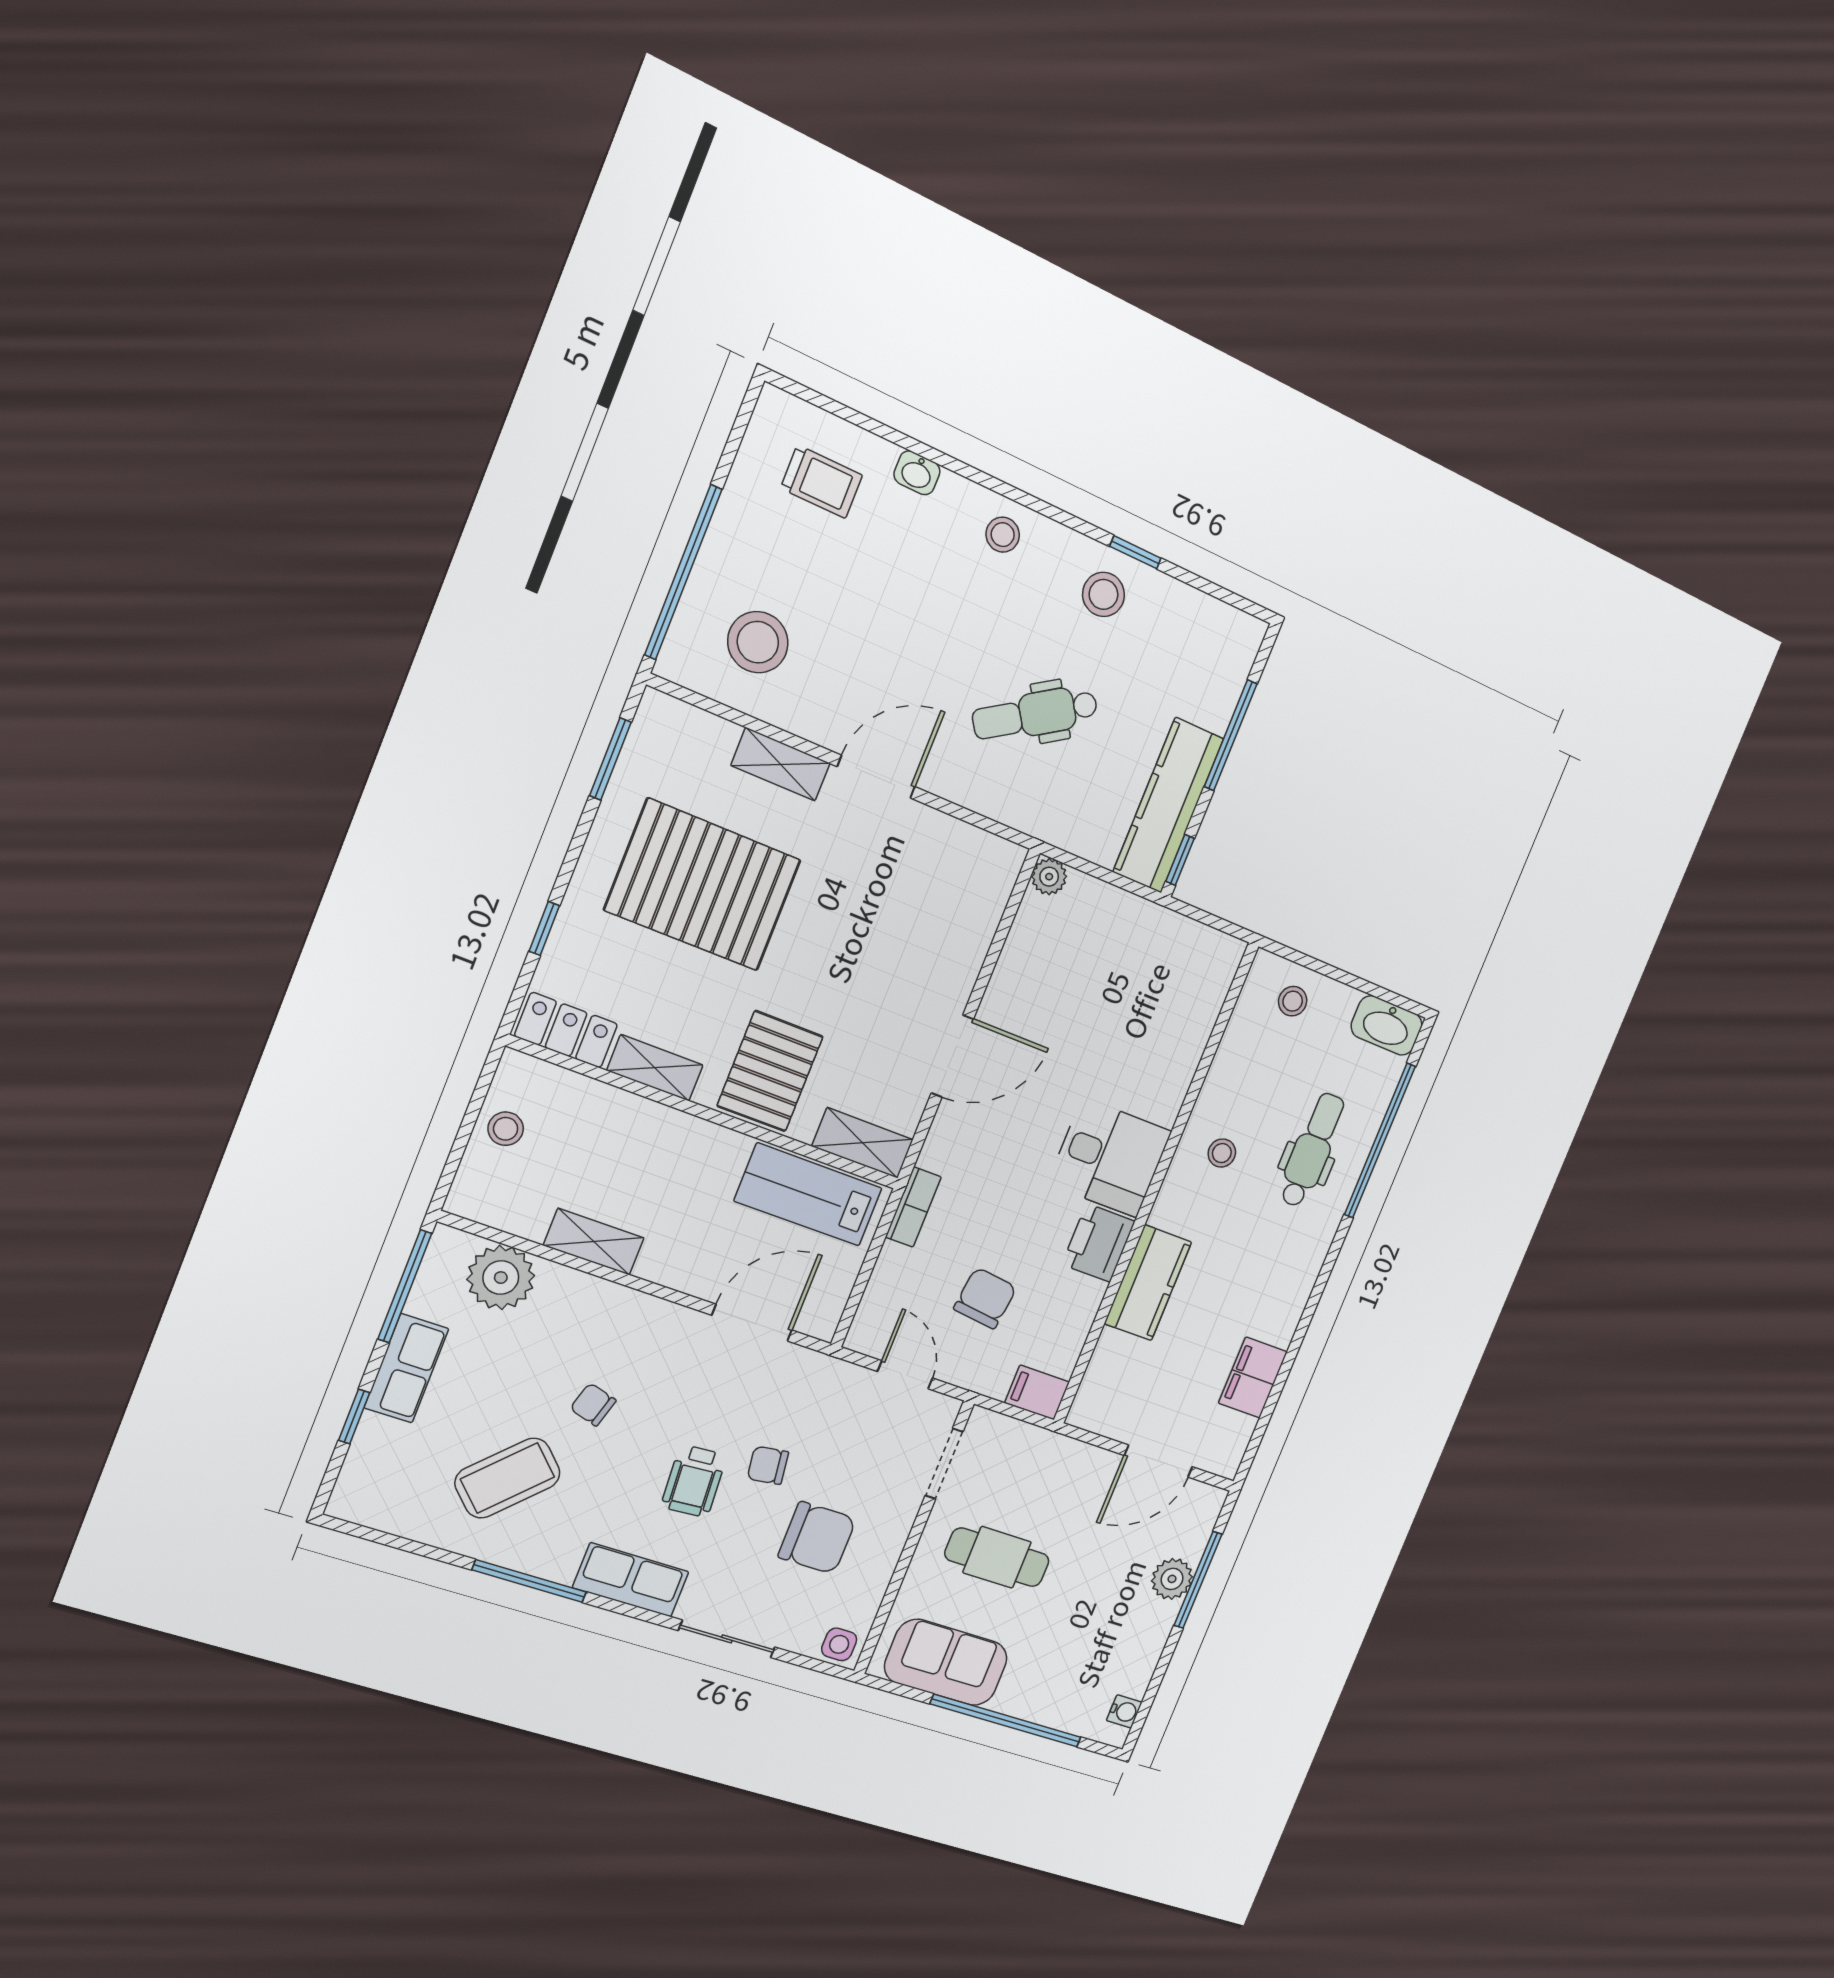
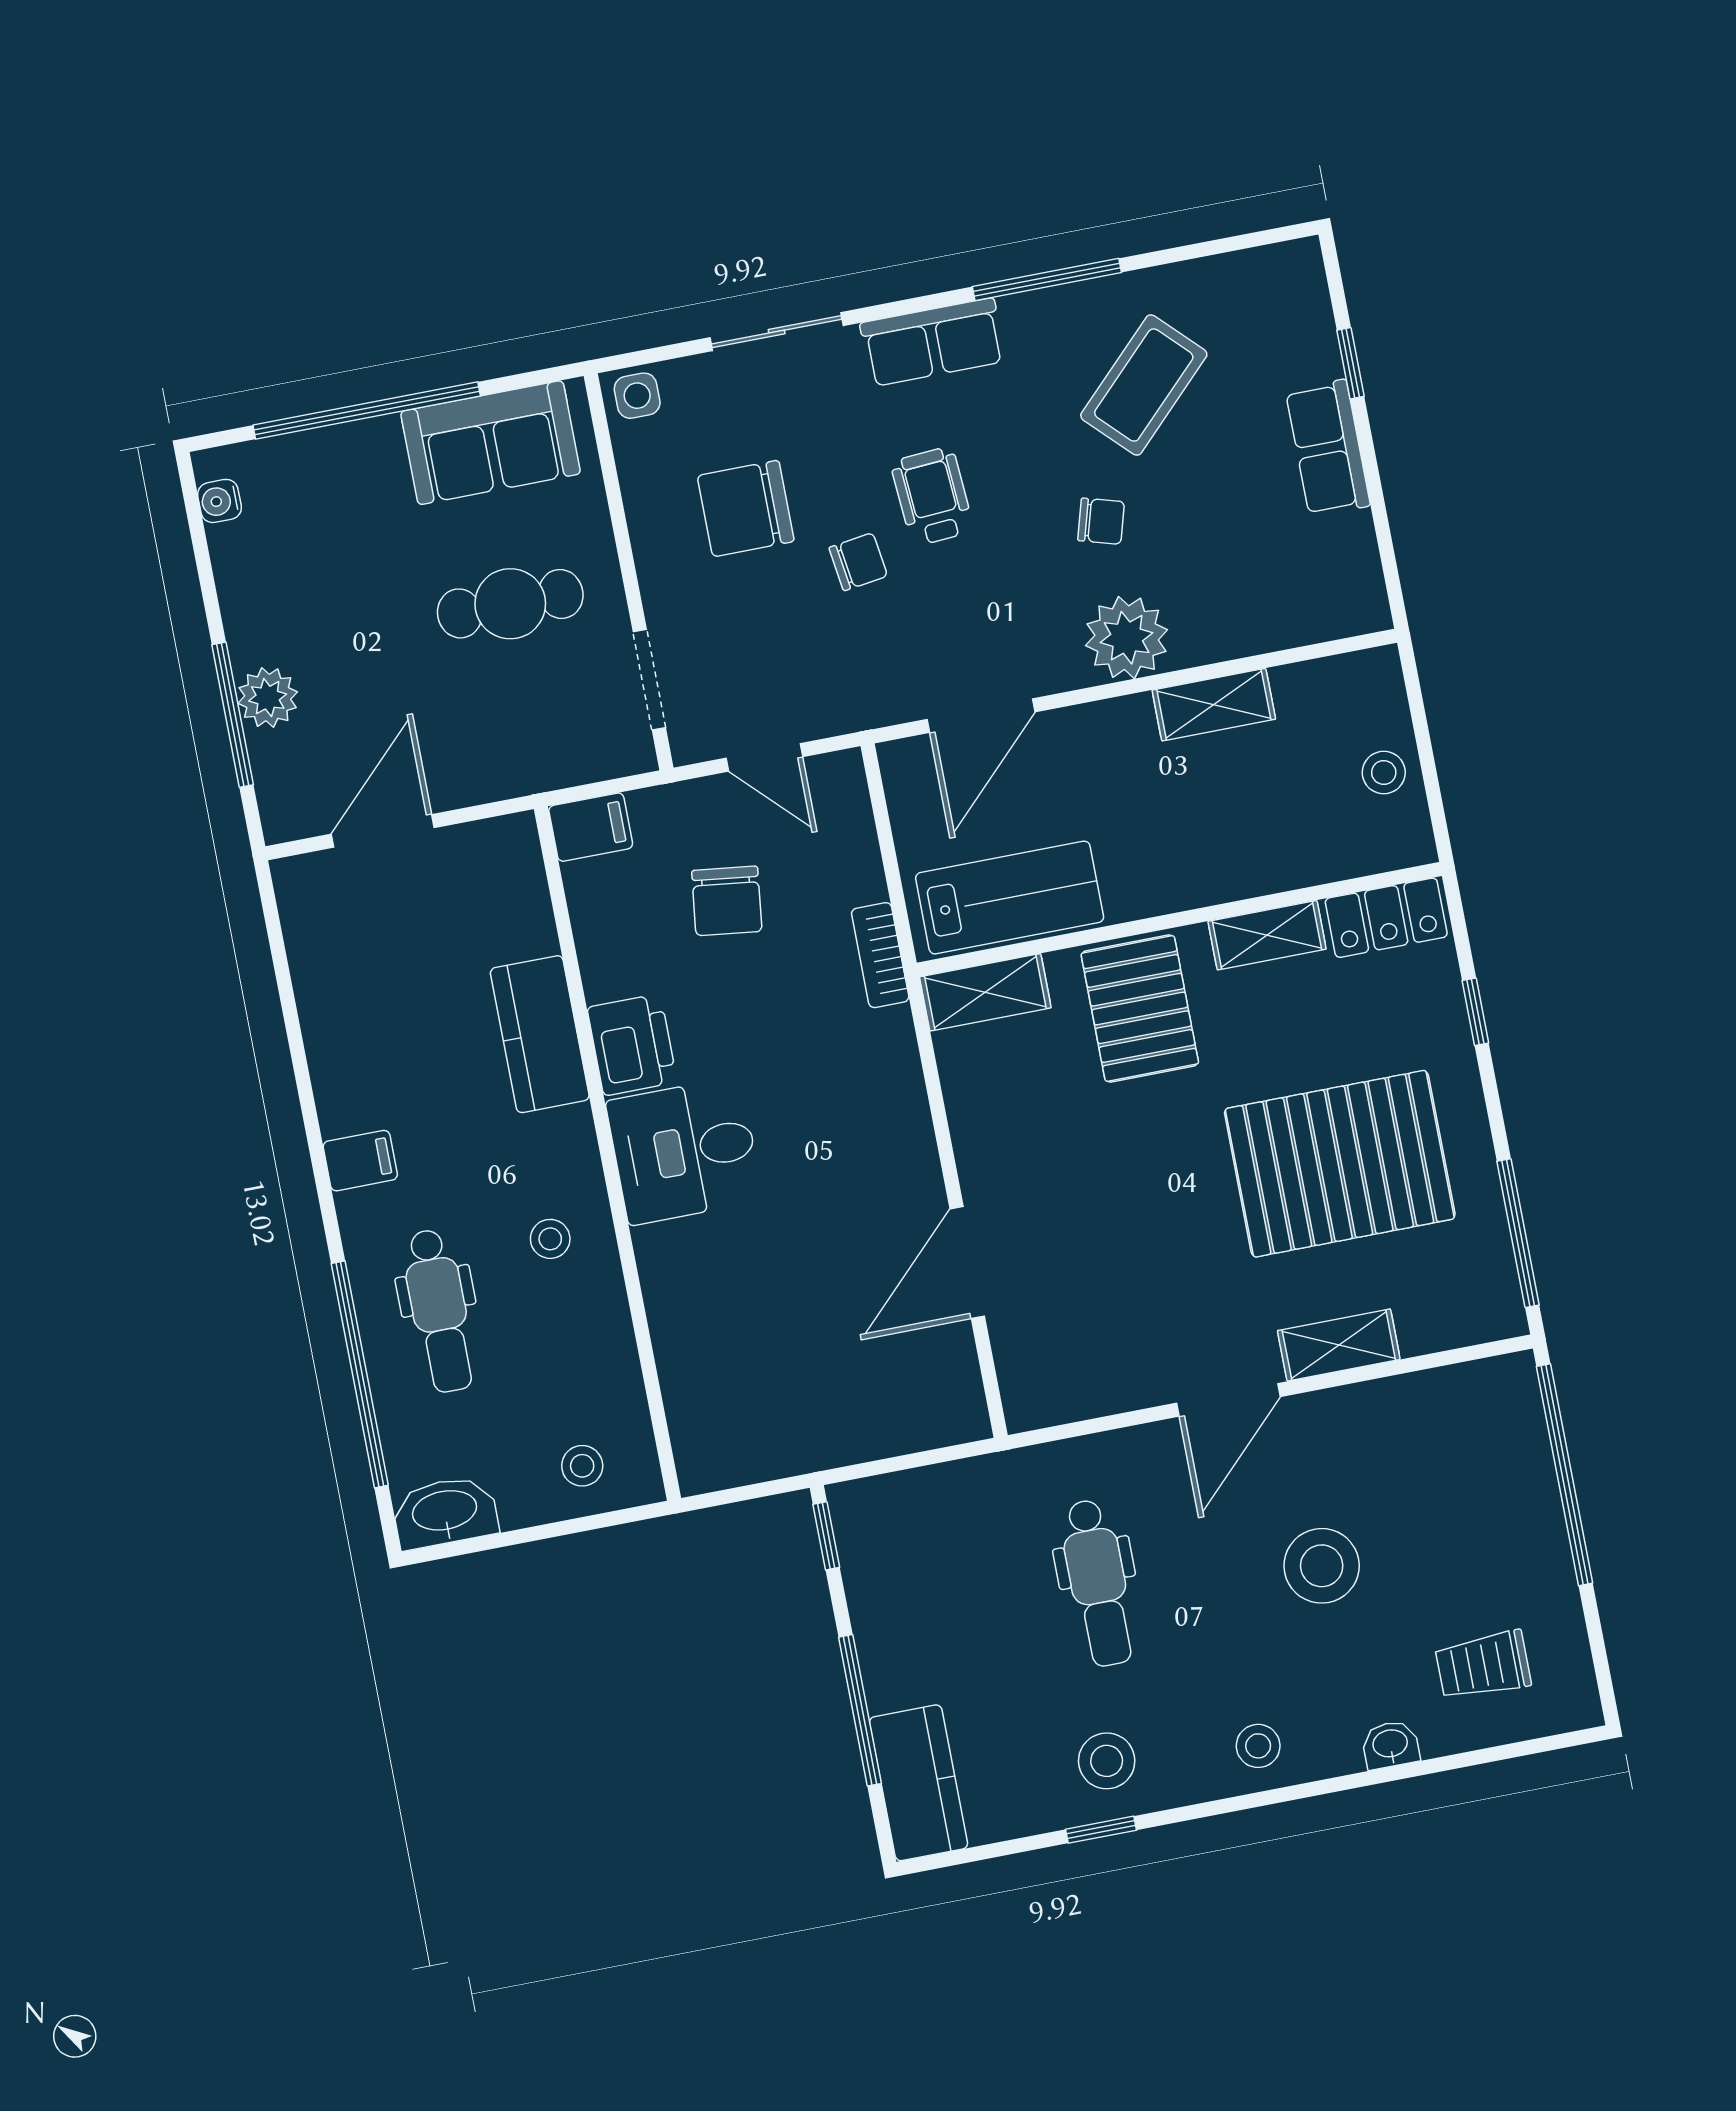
stool: (758, 642) -> (1322, 1566), moved
dental chair: (1035, 714) -> (1098, 1583), turned 123
window: (610, 759) -> (1518, 1233), width x1.44
kitchen counter: (1168, 805) -> (918, 1783), moved, width x0.67
plant: (1049, 877) -> (966, 1419), removed
door: (952, 1056) -> (967, 1263), moved
plant: (501, 1278) -> (1127, 638), moved
window: (405, 1286) -> (1384, 538), removed
filing cabinet: (1253, 1377) -> (360, 1161), moved, width x0.50

